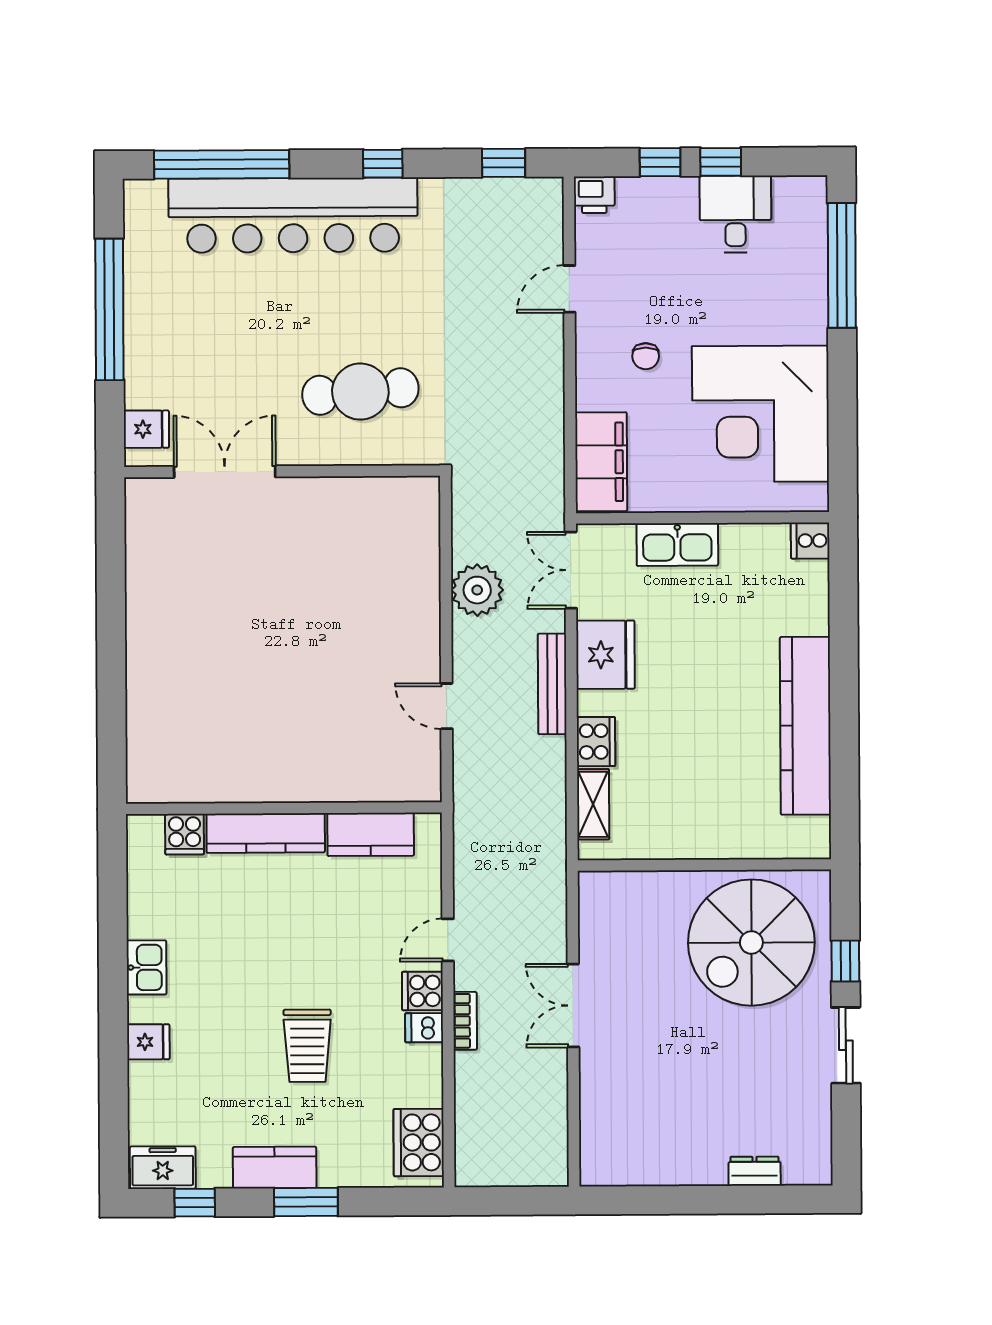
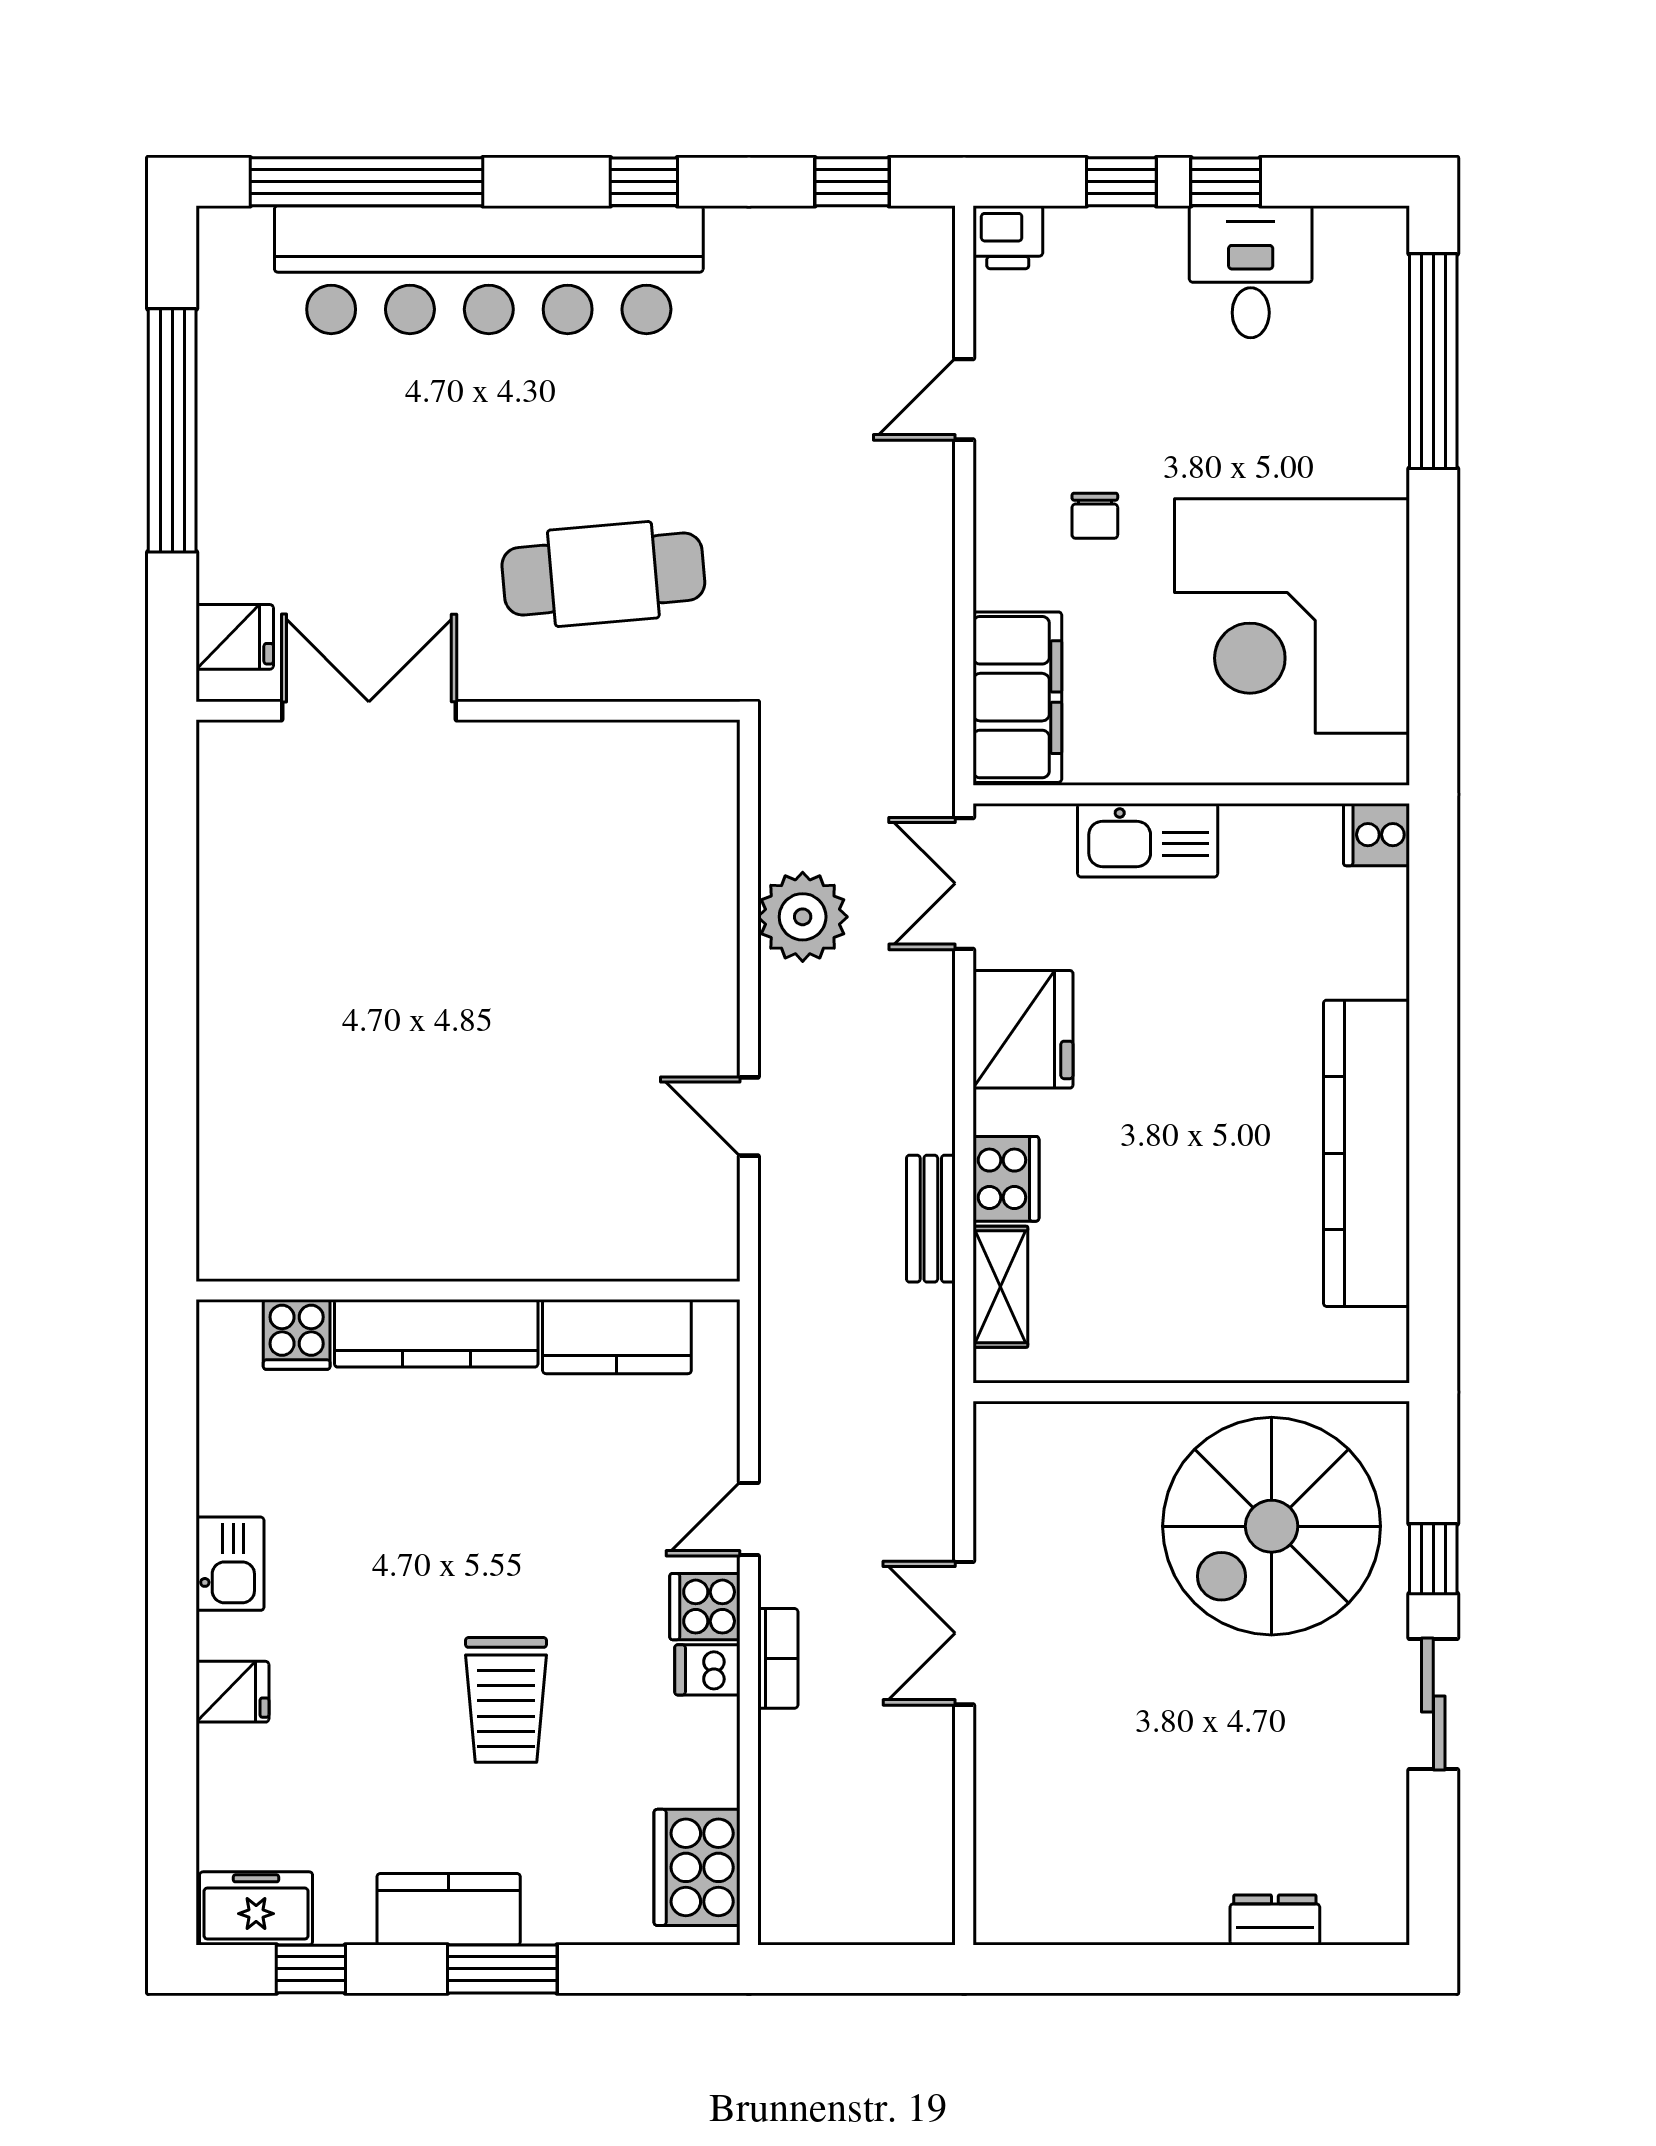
bench: (552, 684) -> (931, 1219), moved, width x0.73

